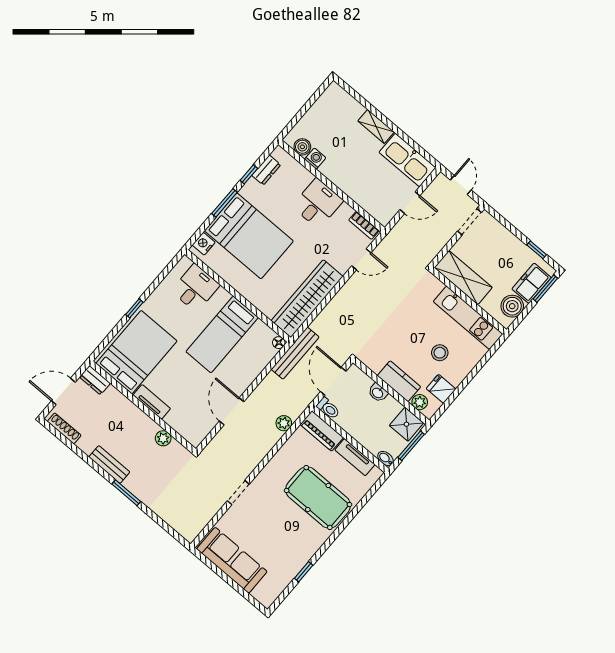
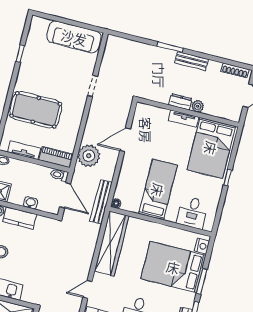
dresser: (95, 380) -> (180, 102), moved
door: (232, 411) -> (125, 140), swing flipped
plant: (284, 423) -> (89, 156), width x1.88, depth x1.88
plant: (163, 438) -> (198, 106), moved

